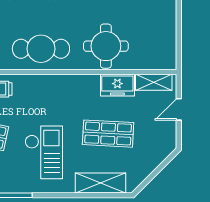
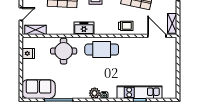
fridge: (166, 42) -> (28, 53), added
freezer: (117, 85) -> (84, 28), moved

